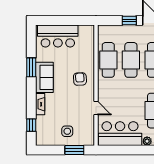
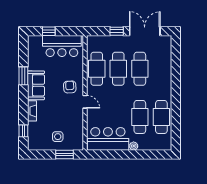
window: (58, 20) -> (49, 31), added
bar counter: (58, 36) -> (62, 46), moved
door: (96, 108) -> (85, 102), moved

